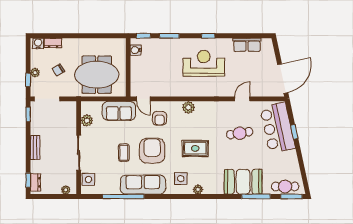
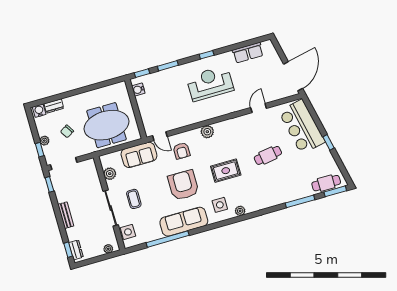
window: (294, 132) -> (329, 142), moved
cafe table: (240, 133) -> (268, 155), moved
coffee table: (124, 153) -> (134, 199), moved
booth: (243, 182) -> (283, 190), removed

